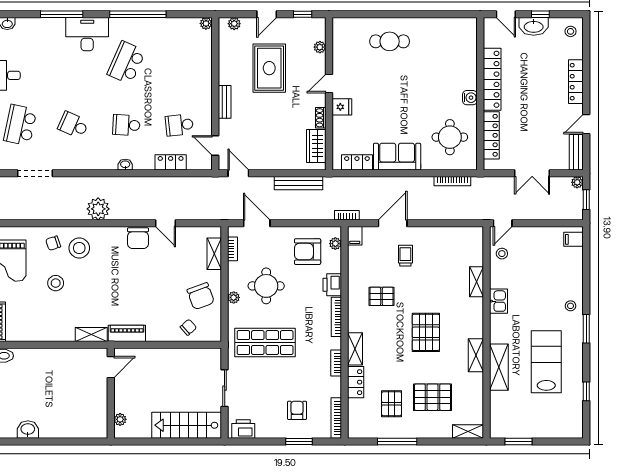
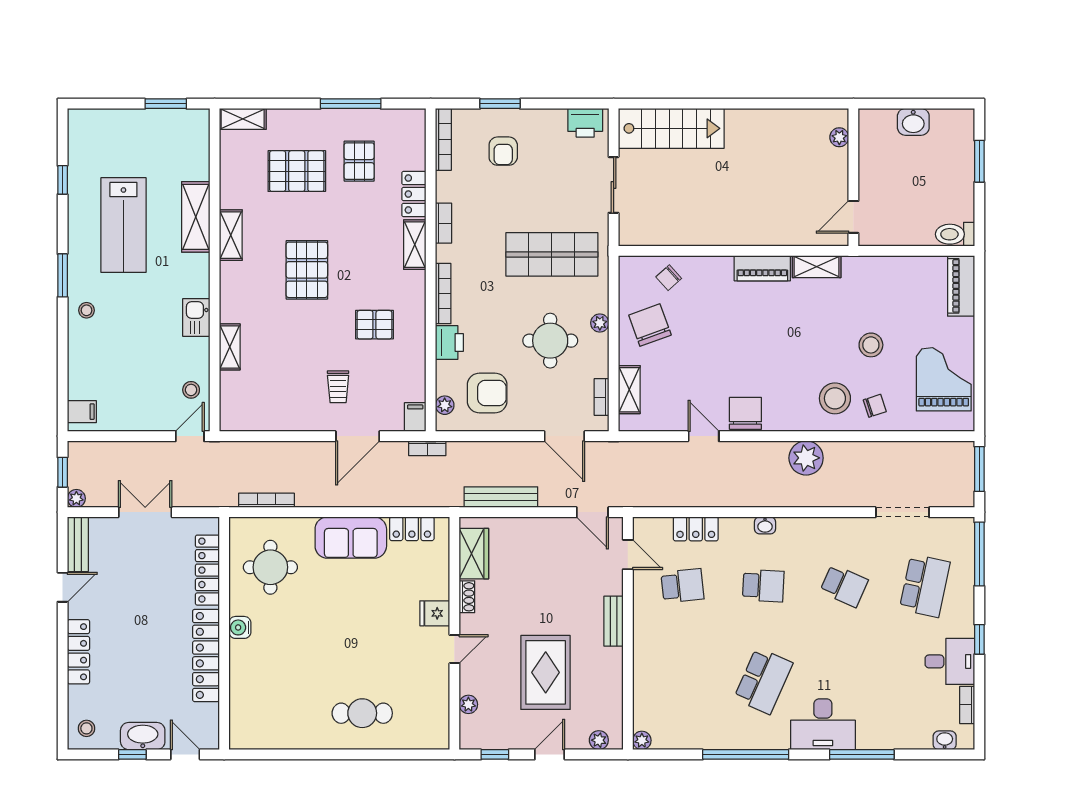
door: (111, 367) -> (853, 217), moved
wall: (111, 393) -> (853, 177), moved
plant: (120, 419) -> (839, 137), moved

